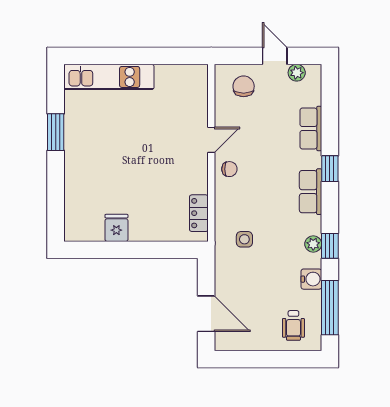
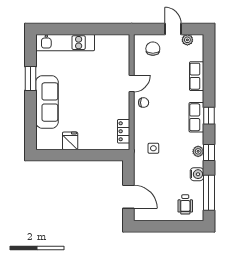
sofa: (81, 168) -> (47, 102), added
window: (330, 169) -> (209, 116), moved

